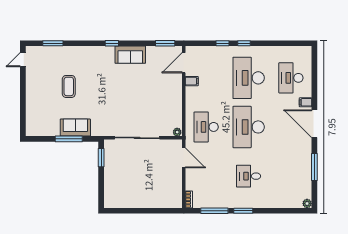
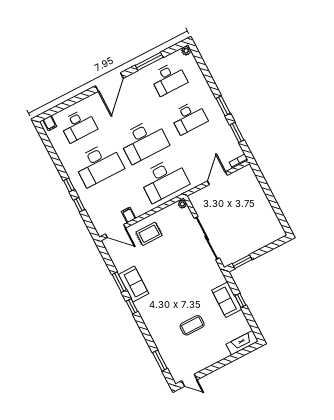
window: (165, 43) -> (119, 282), moved
rug: (166, 90) -> (149, 234), added
filing cabinet: (306, 102) -> (50, 123), moved
fireplace: (32, 122) -> (242, 343), added
desk: (206, 127) -> (164, 180), width x1.36, depth x1.30
window: (69, 139) -> (240, 300), width x0.46
door: (184, 158) -> (217, 178), moved
desk: (249, 176) -> (189, 117), width x1.37
desk: (291, 176) -> (169, 79), added
window: (214, 211) -> (237, 132), width x0.69

